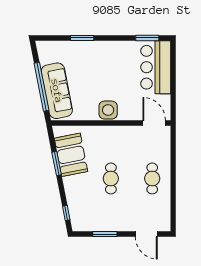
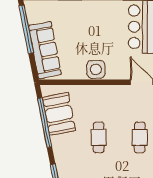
window: (41, 87) -> (26, 29), moved
window: (57, 164) -> (45, 123), width x2.11

